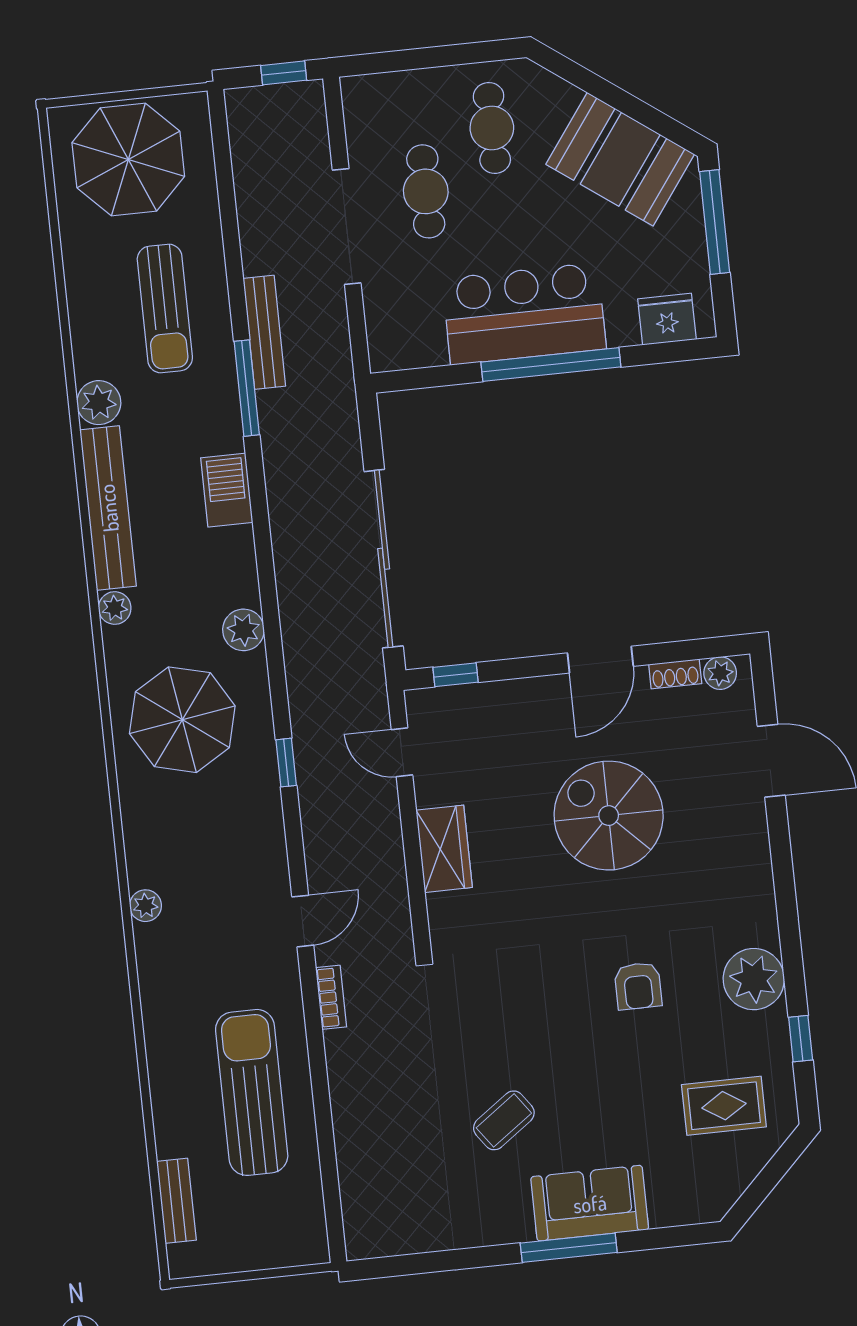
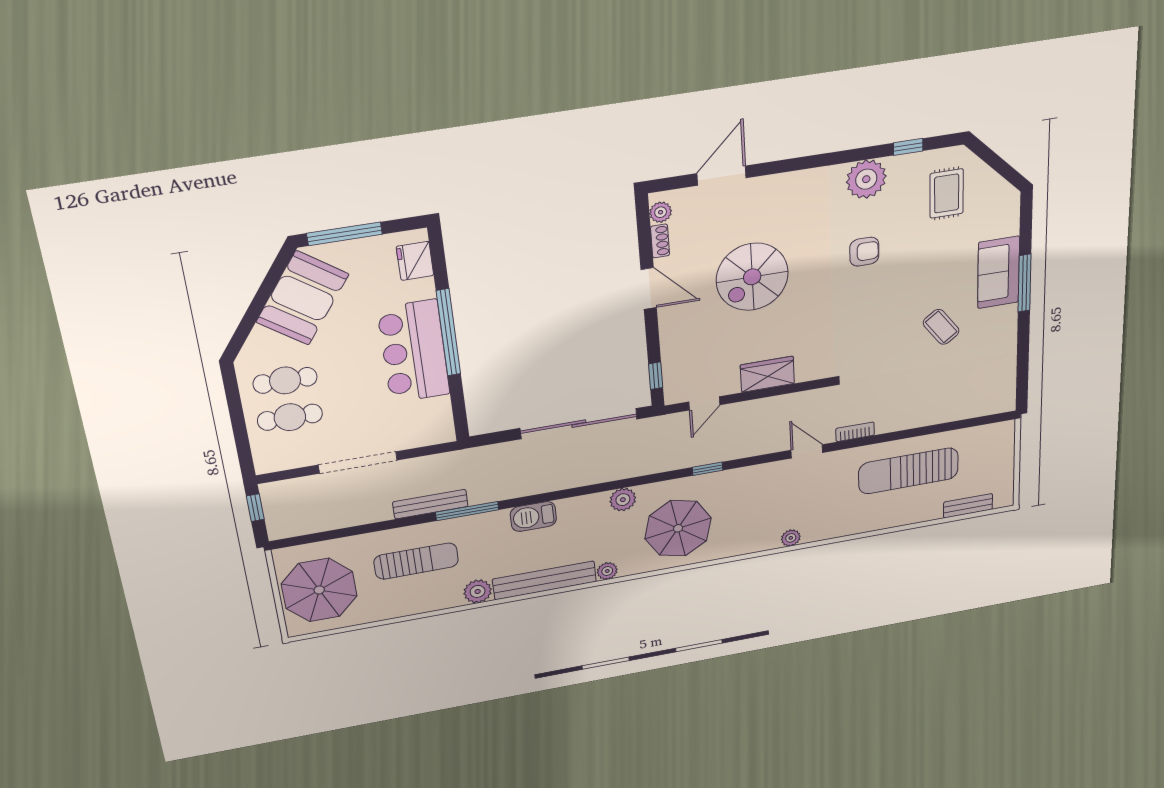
cafe table: (426, 191) -> (290, 417), moved

